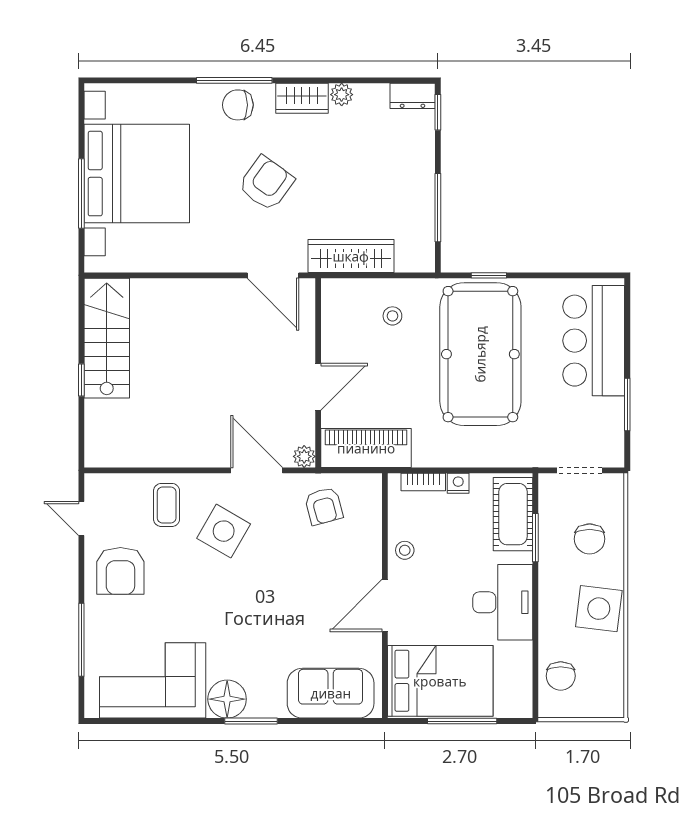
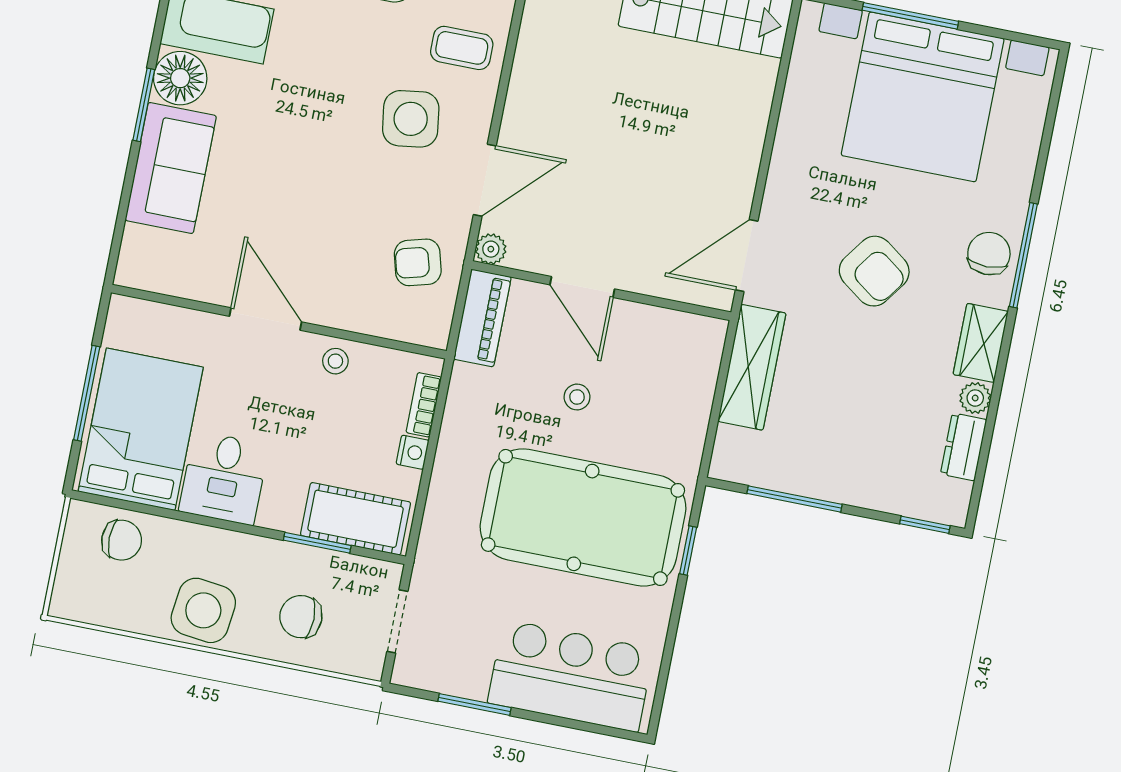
dresser: (413, 96) -> (964, 447), moved
stool: (392, 316) -> (577, 397), moved
piano: (366, 448) -> (482, 318), width x0.73, depth x0.75
side table: (224, 531) -> (411, 119), turned -38
desk: (503, 602) -> (224, 478), width x0.73
chair: (561, 676) -> (122, 540), turned 180
bed: (440, 681) -> (141, 429), moved, turned 180
sofa: (331, 693) -> (171, 168), moved

